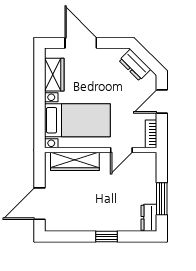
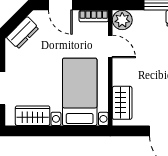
wardrobe: (75, 161) -> (122, 103), width x0.67
plant: (147, 161) -> (122, 20), added

